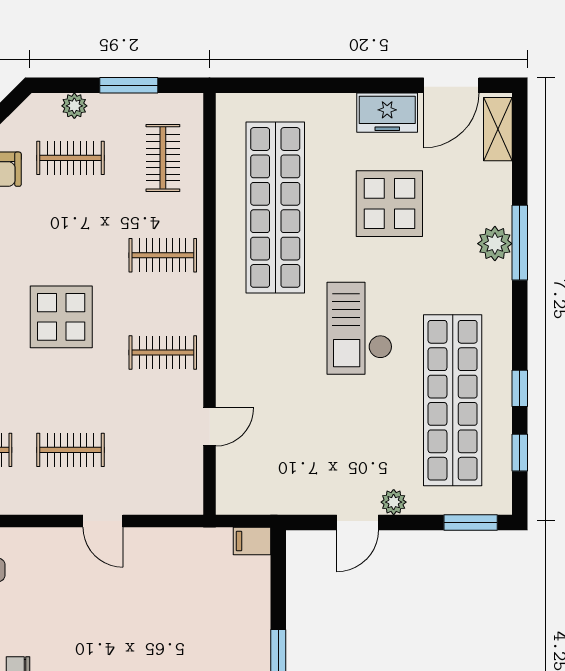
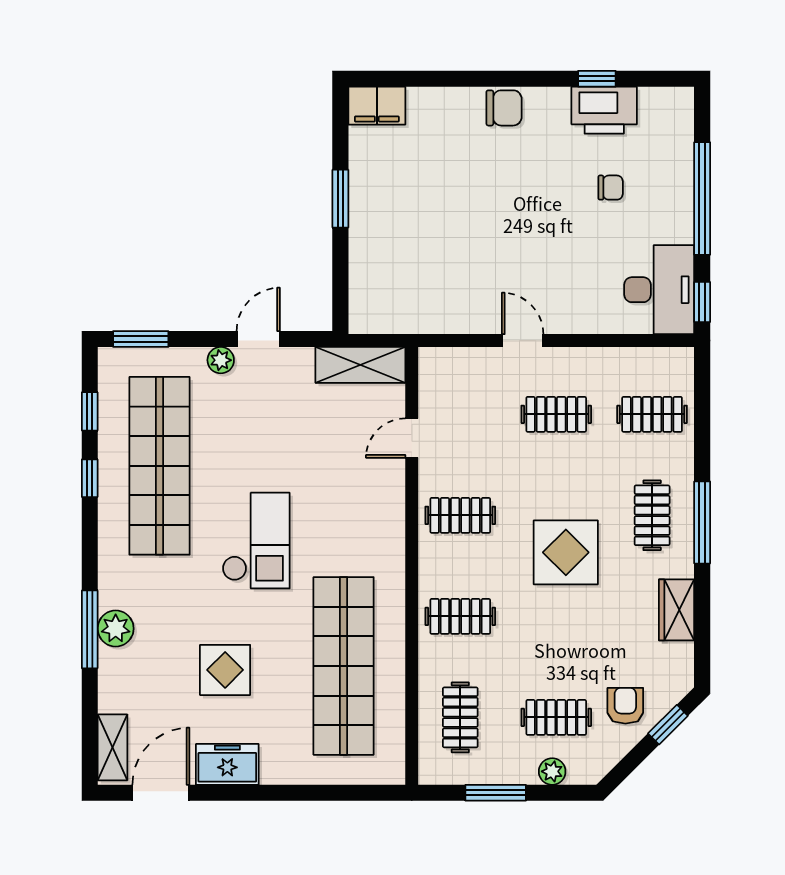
display table: (389, 204) -> (225, 670), width x0.73, depth x0.73
shelving: (259, 497) -> (360, 365), added
filing cabinet: (252, 541) -> (368, 320), removed

